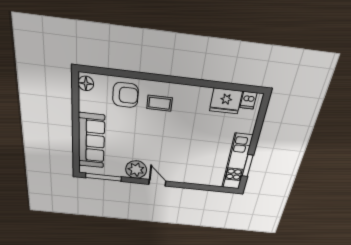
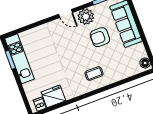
armchair: (125, 95) -> (100, 37), moved

